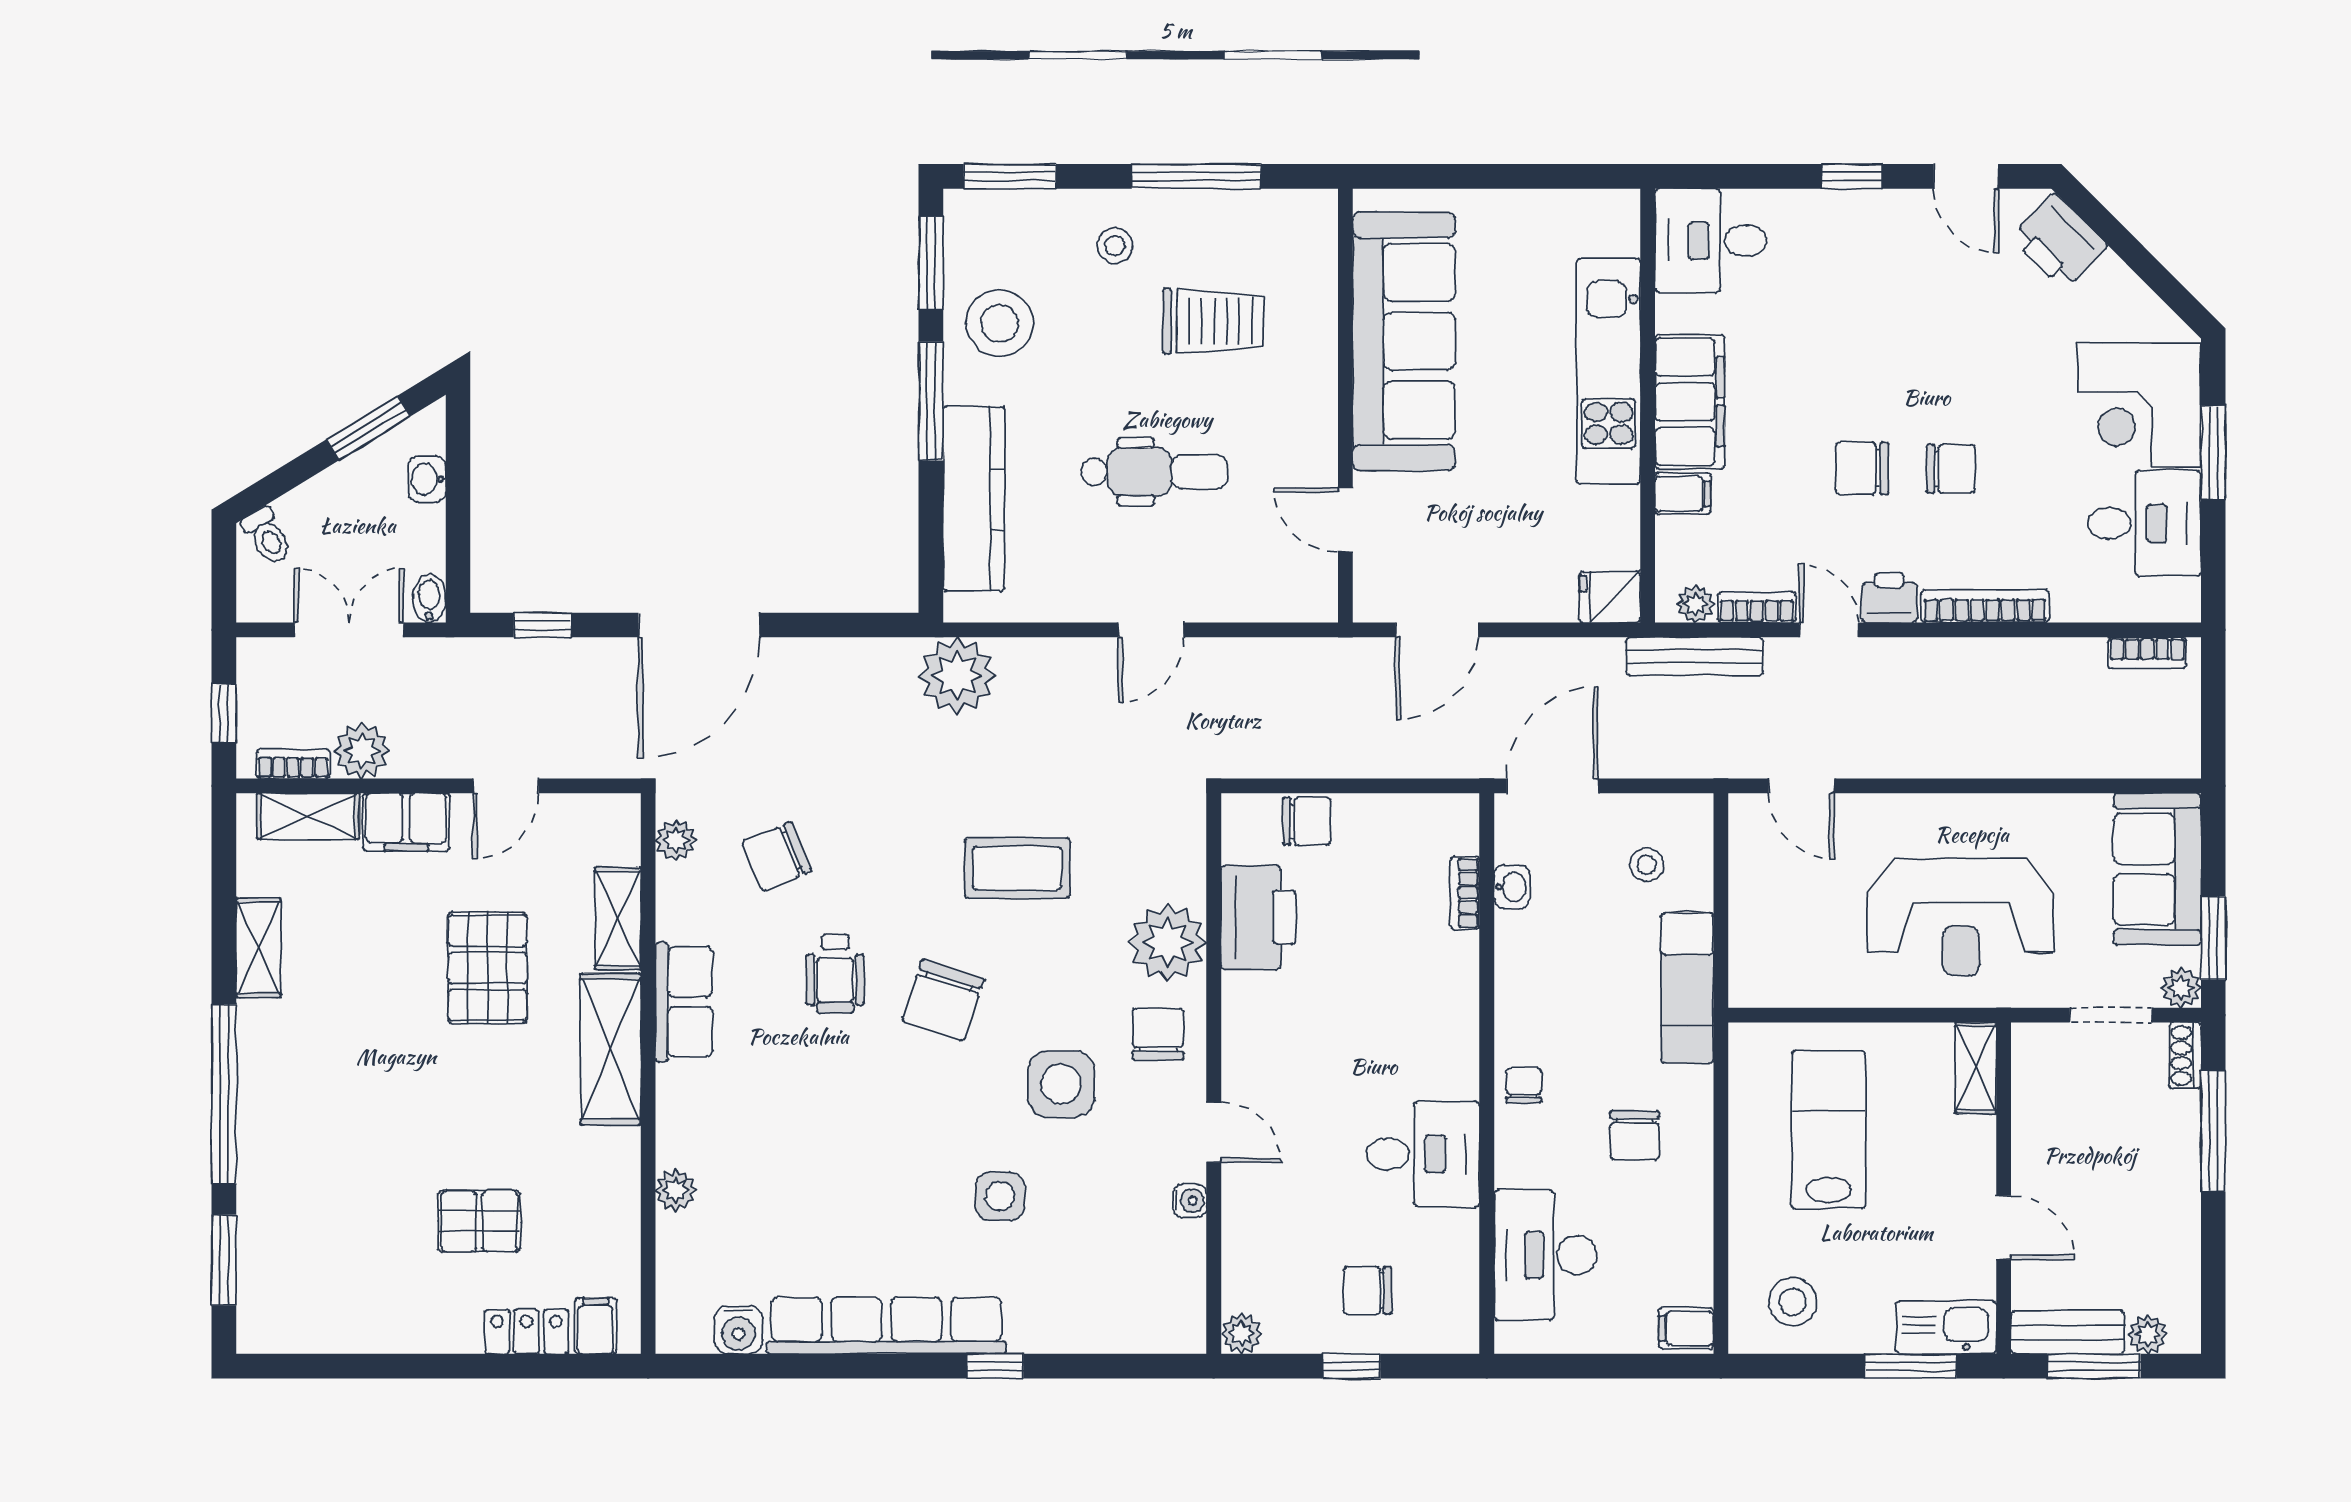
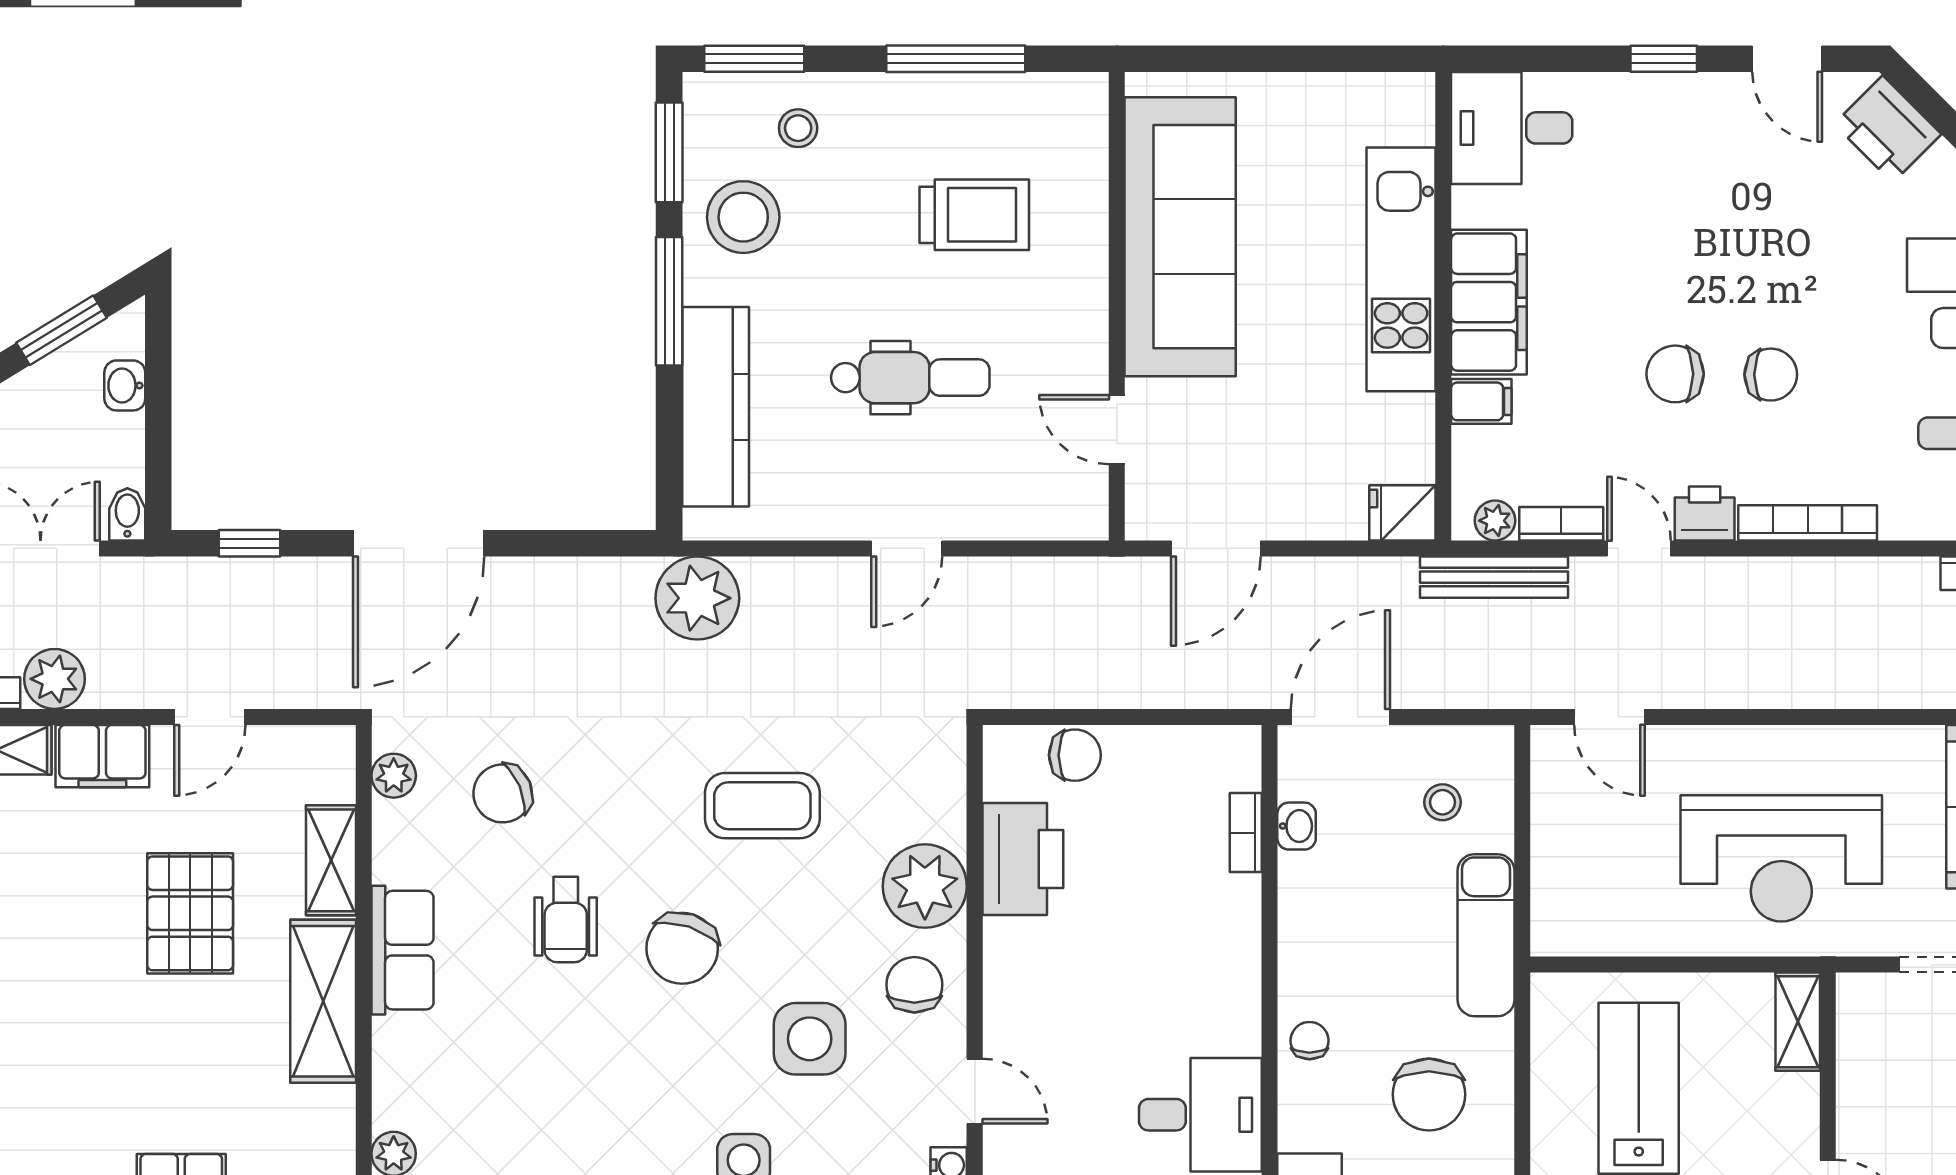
stool: (1115, 246) -> (798, 128), moved
chair: (1634, 1135) -> (1429, 1094), width x1.37, depth x1.37

